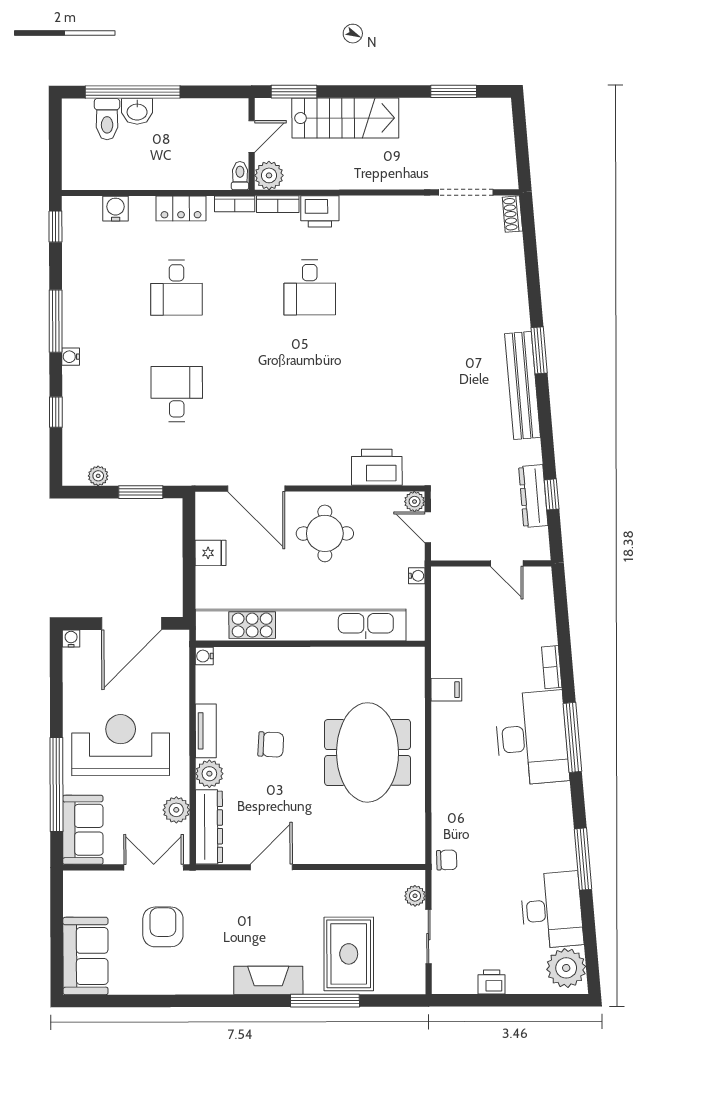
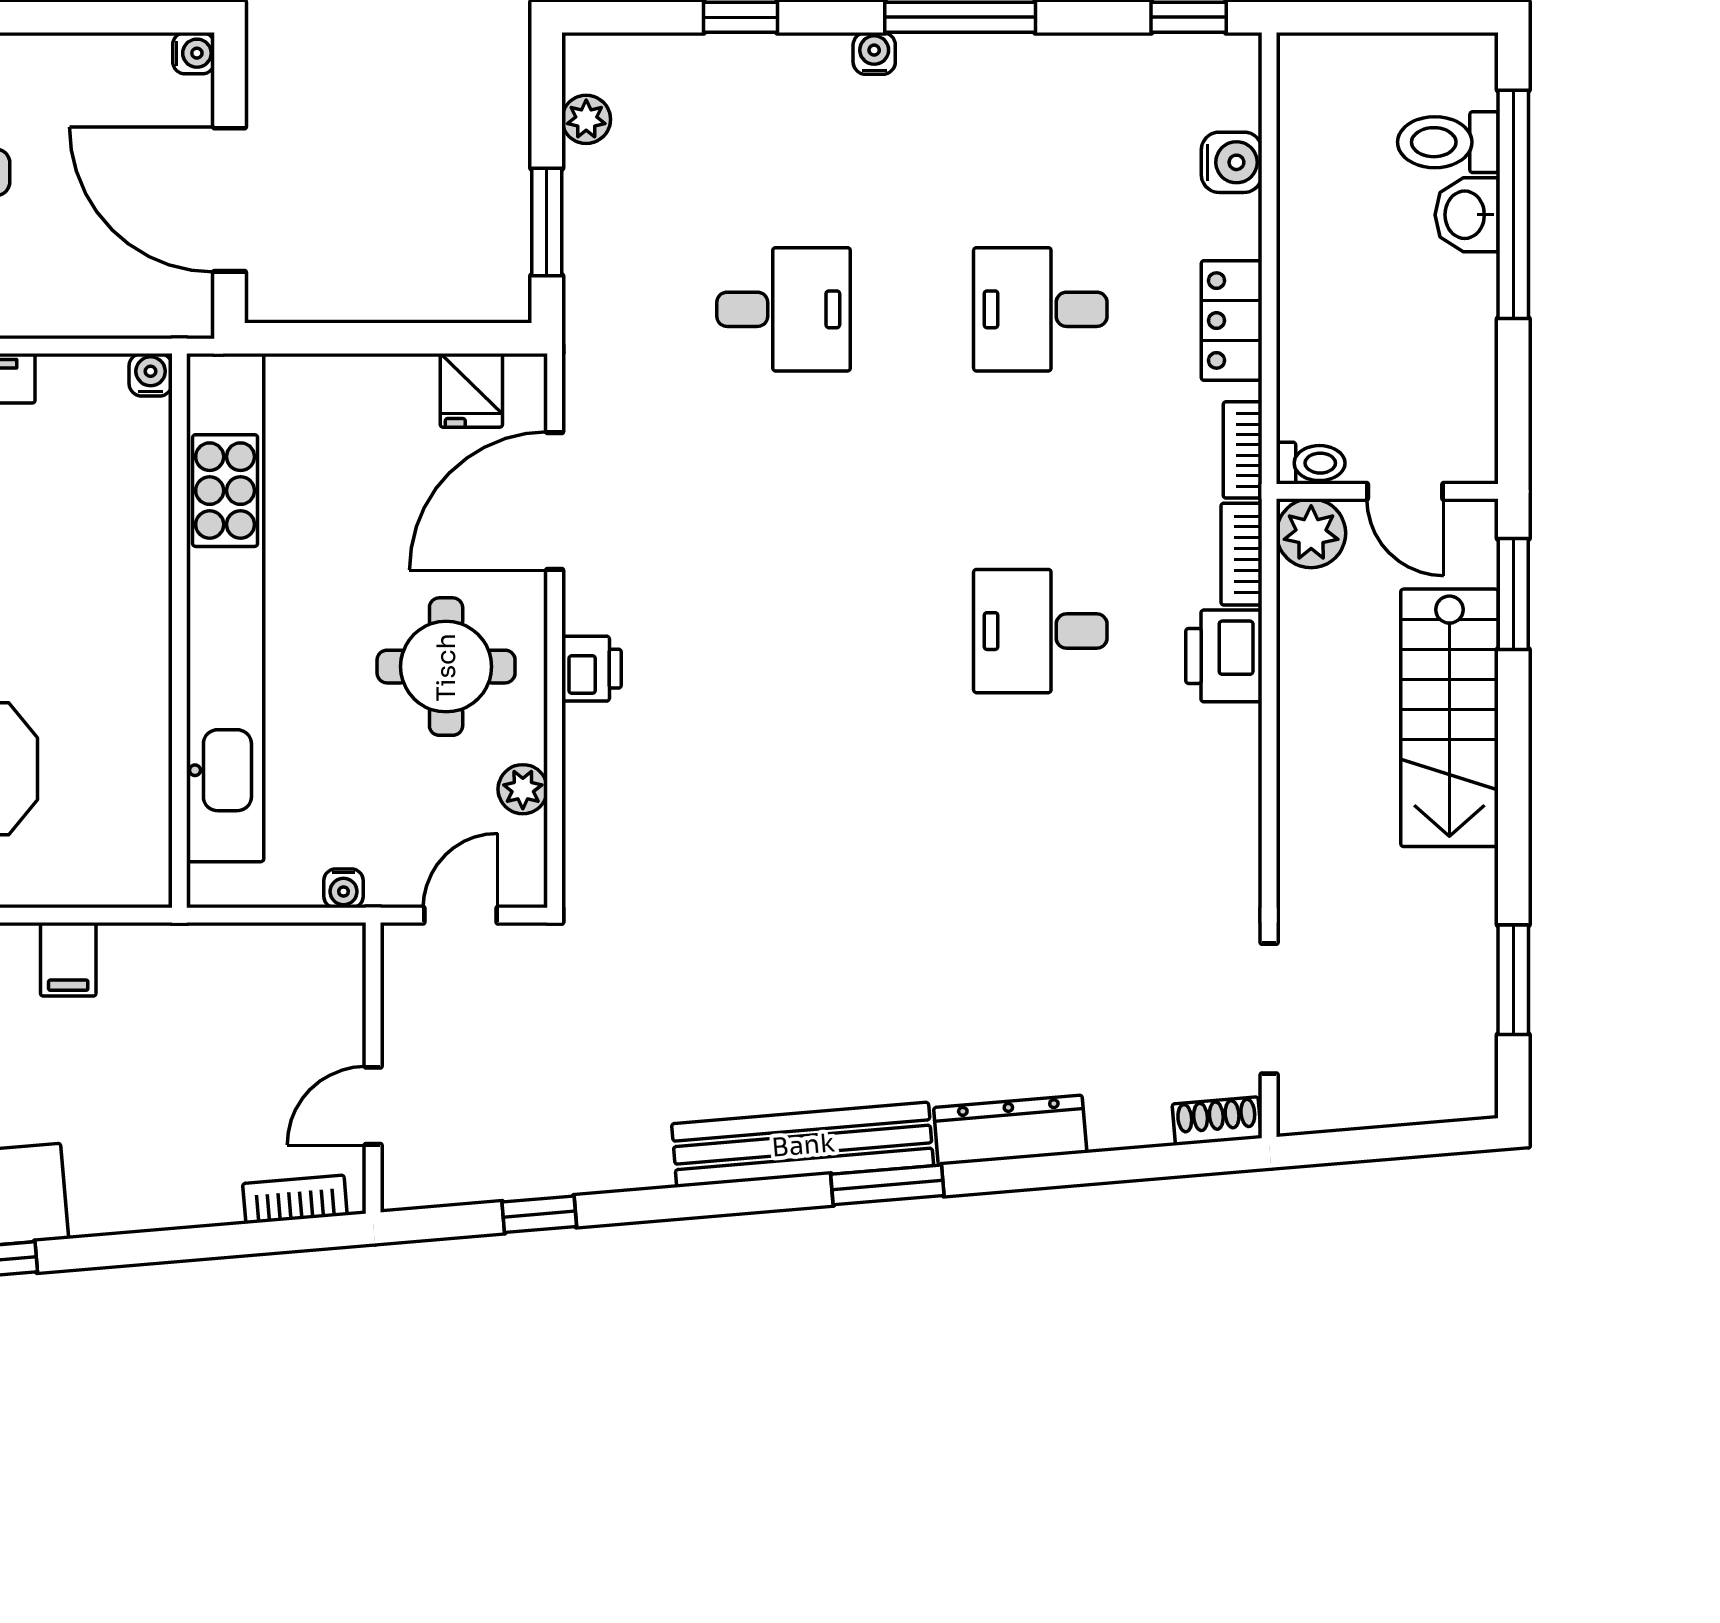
printer: (377, 467) -> (592, 669), moved, width x0.53, depth x0.68
dresser: (533, 496) -> (1010, 1130), moved
plant: (415, 502) -> (523, 789), moved
fridge: (210, 553) -> (471, 390), moved
bookcase: (552, 667) -> (295, 1199), moved

